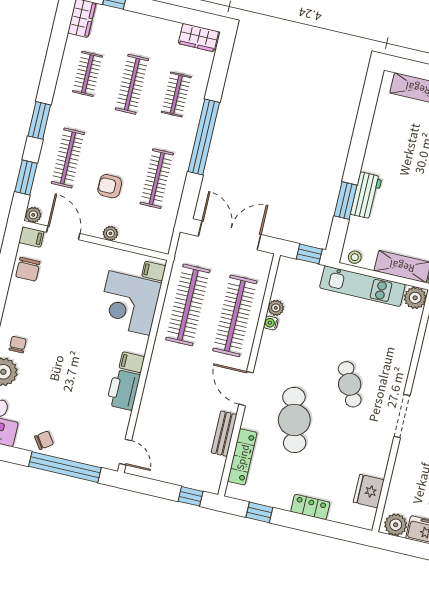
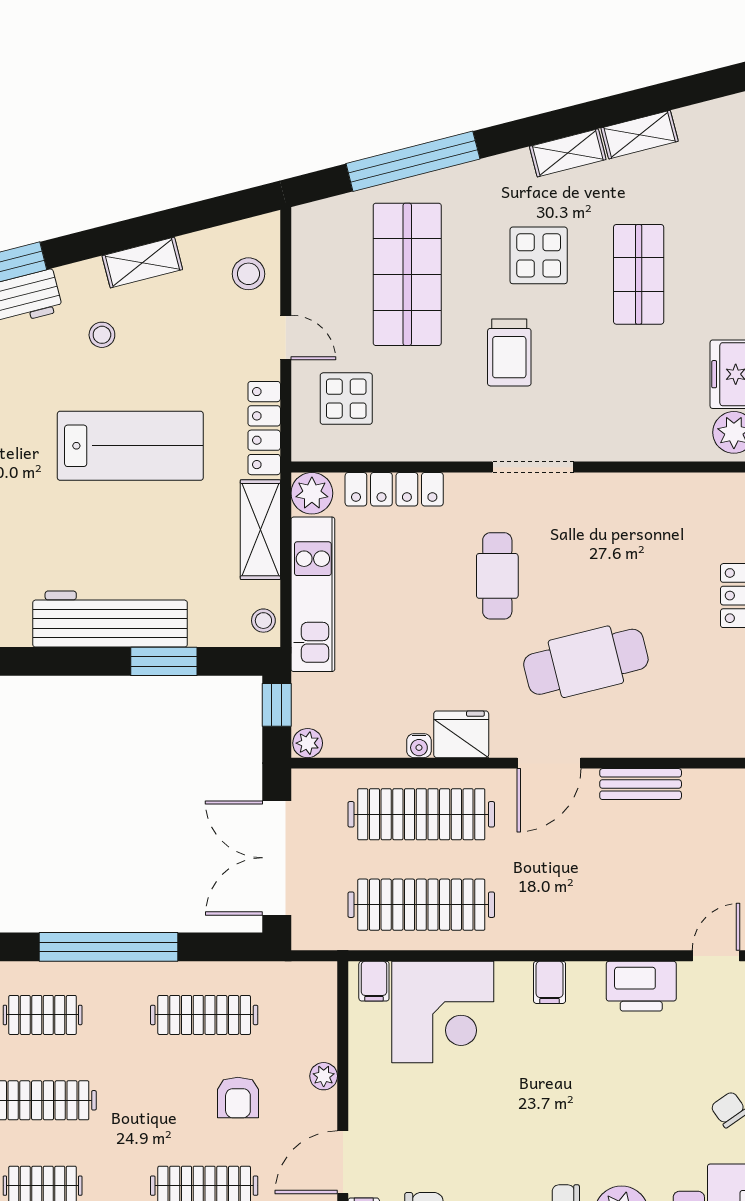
workbench: (366, 195) -> (110, 619), width x1.88, depth x1.32
plant: (276, 308) -> (308, 743), moved
cafe table: (350, 384) -> (497, 576), turned -64
printer: (123, 390) -> (641, 986), moved
locker: (242, 457) -> (394, 489), moved, turned 180
fridge: (369, 491) -> (461, 734), moved, turned 180

